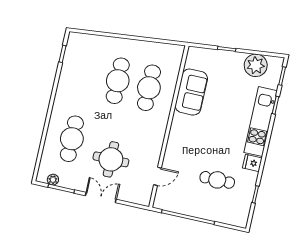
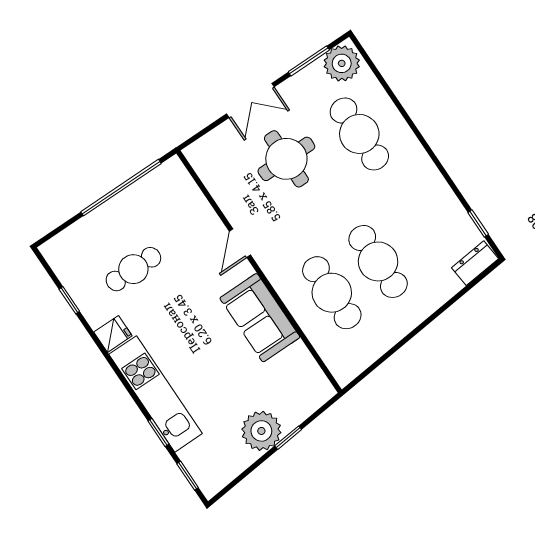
dresser: (80, 40) -> (475, 263), added
plant: (256, 65) -> (261, 431), moved
sofa: (191, 92) -> (260, 318), moved
door: (158, 176) -> (240, 243), moved
plant: (53, 180) -> (342, 63), width x1.87, depth x1.87

